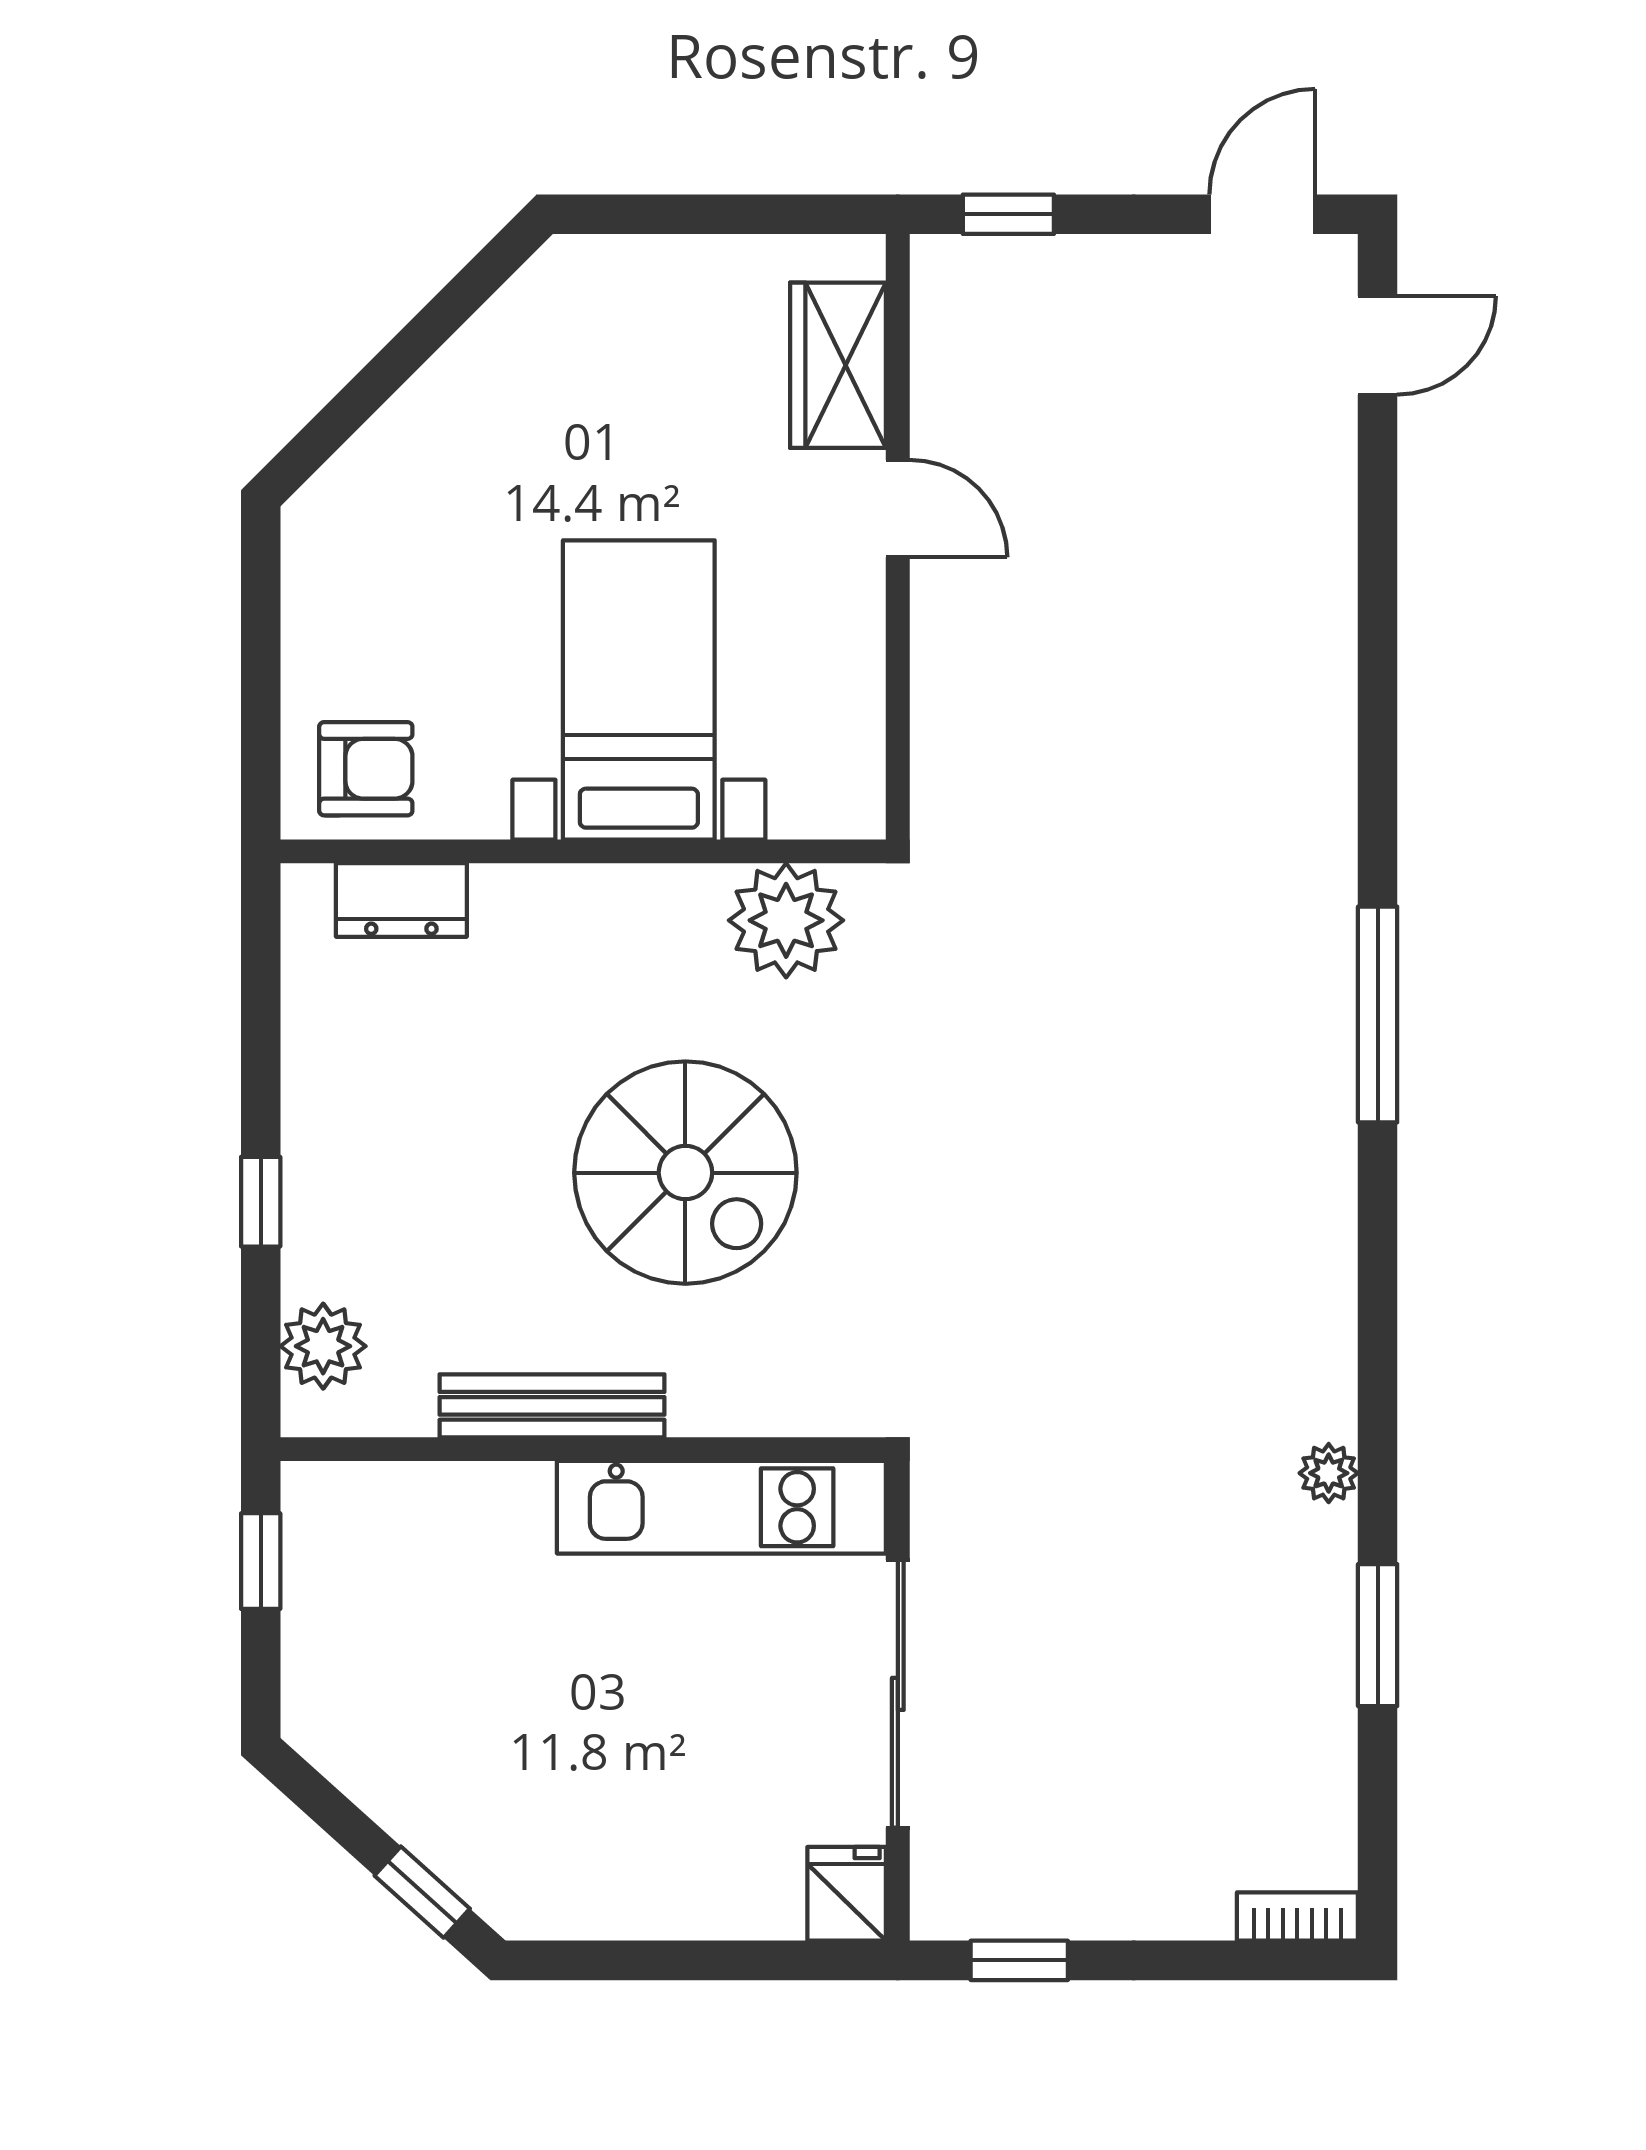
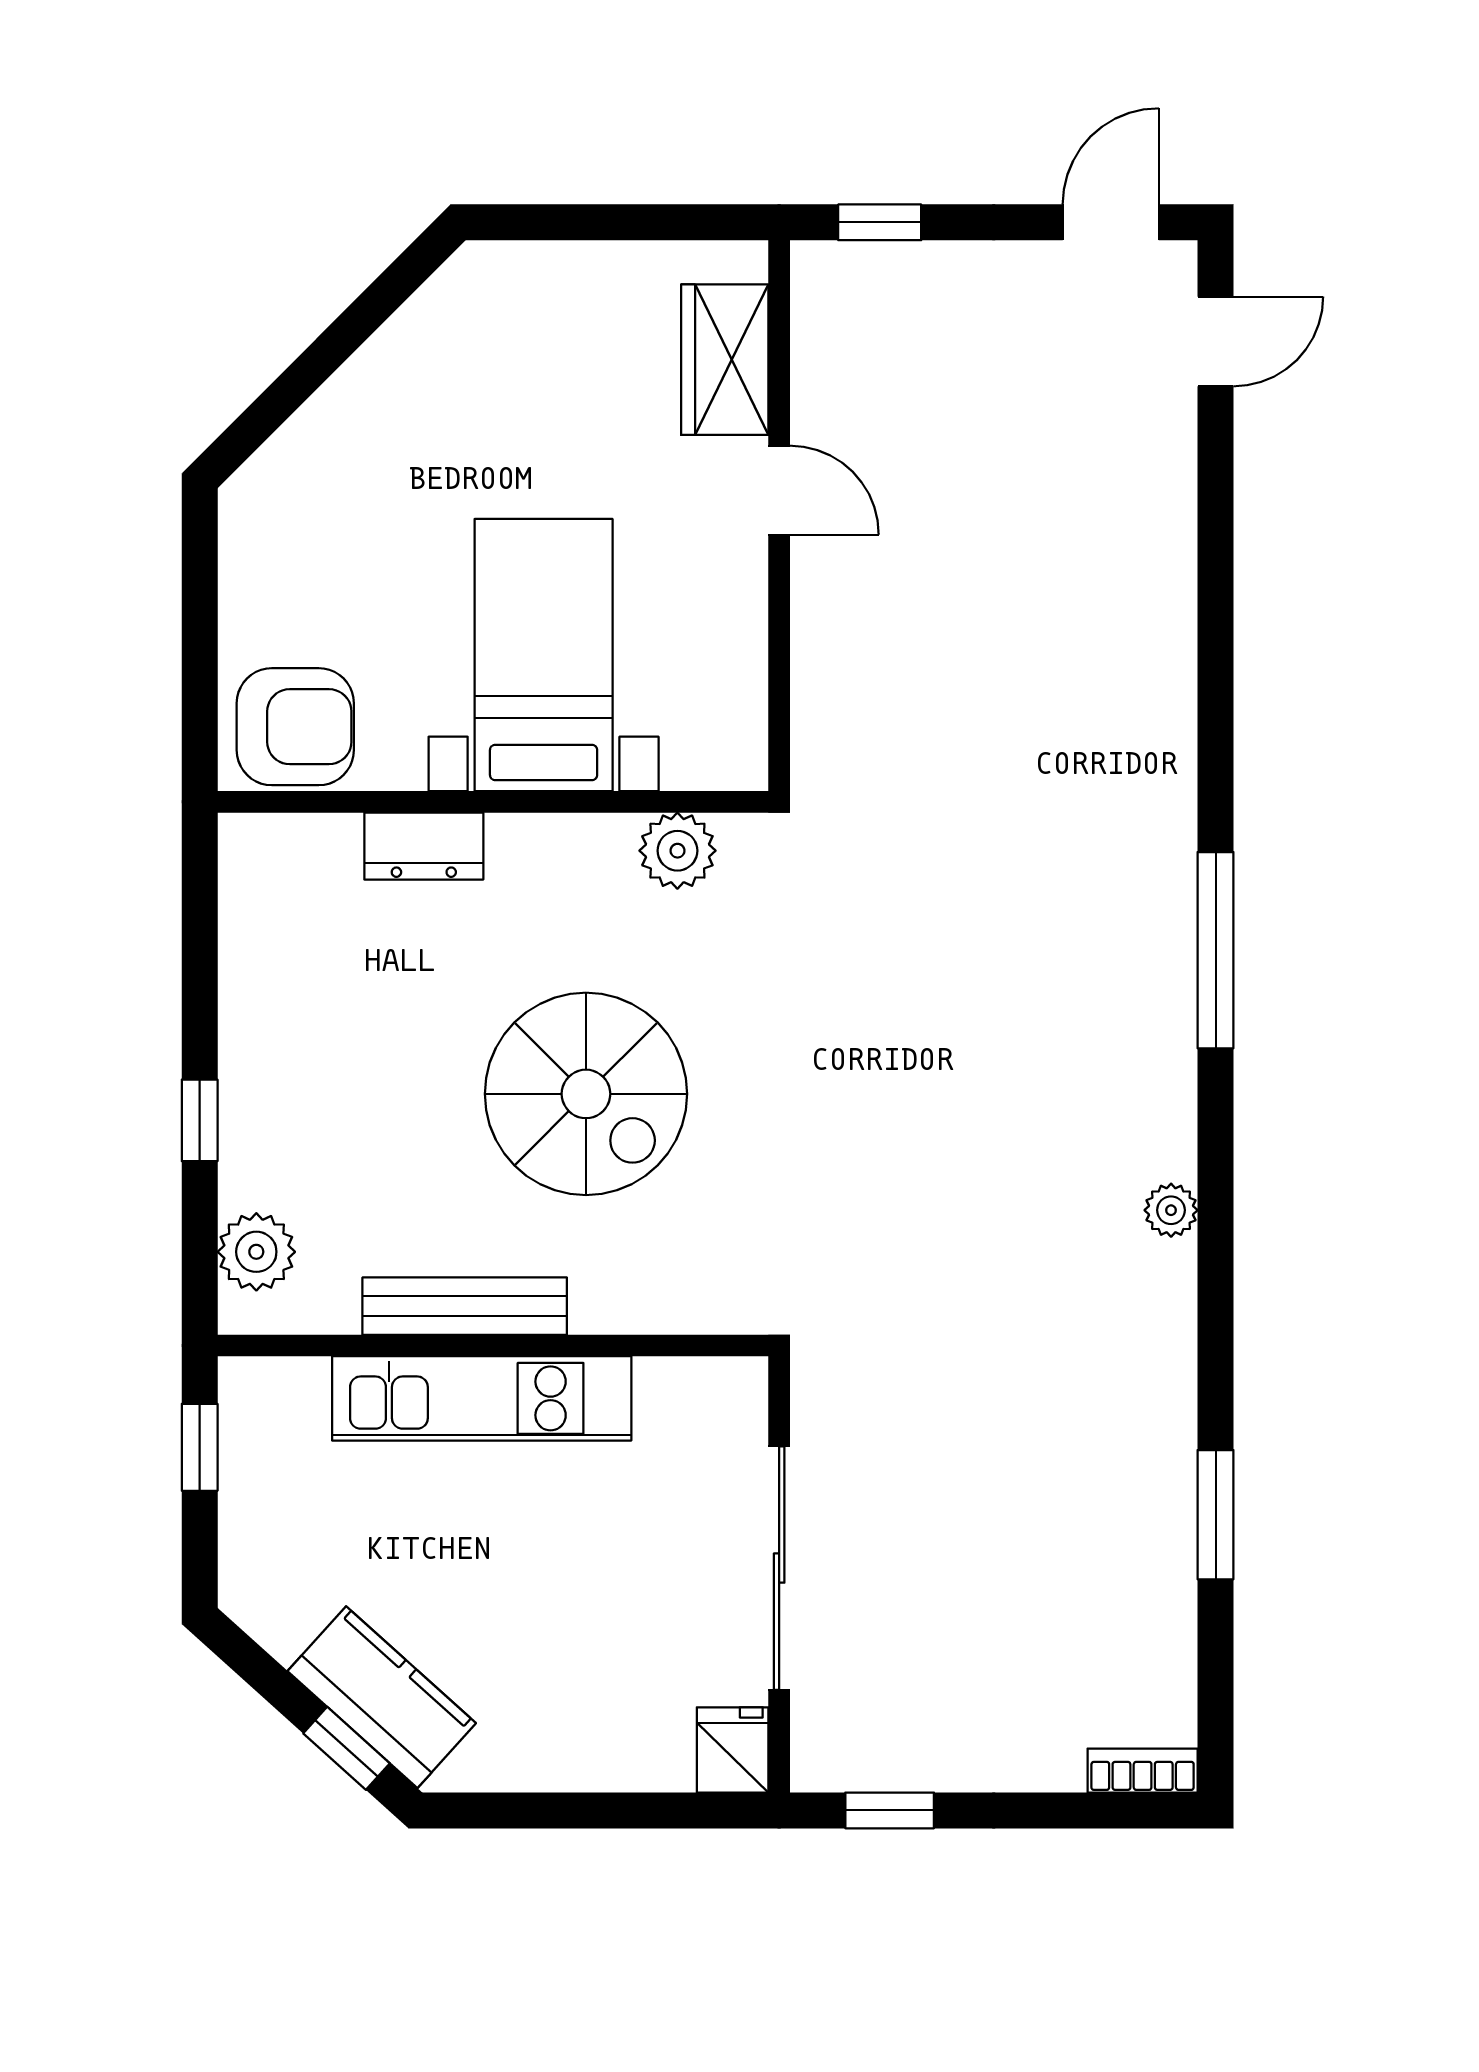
armchair: (366, 769) -> (295, 727), width x1.38, depth x1.38
dresser: (401, 900) -> (424, 846), moved
plant: (786, 920) -> (677, 851), width x0.73, depth x0.73
plant: (1329, 1473) -> (1171, 1210), moved
kitchen unit: (721, 1507) -> (482, 1398), moved
kitchen counter: (461, 1836) -> (382, 1697), added

